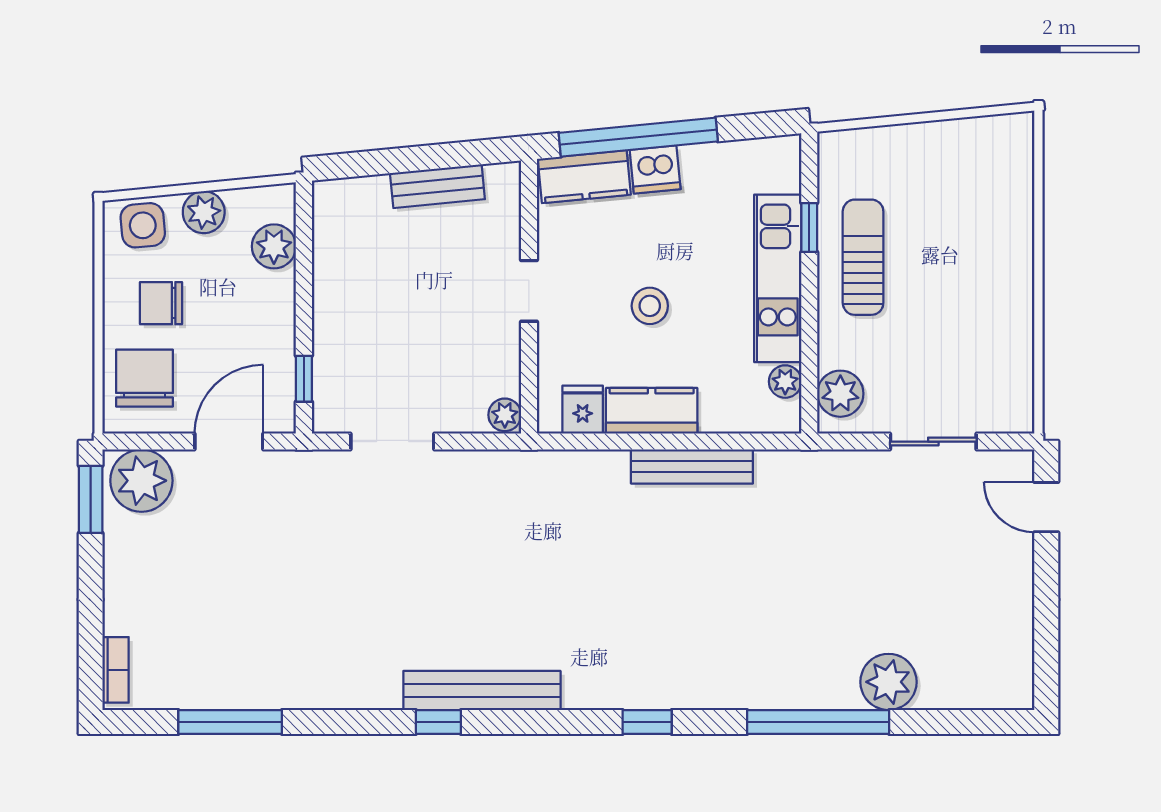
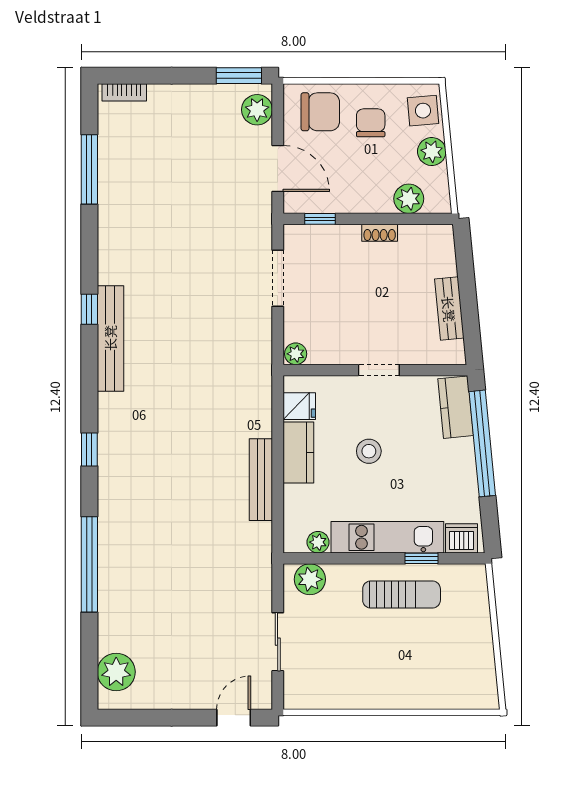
dishwasher: (655, 169) -> (461, 538), moved, turned 96
shoe rack: (325, 290) -> (380, 233), added
plant: (141, 481) -> (257, 110), width x0.73, depth x0.73
plant: (888, 682) -> (116, 672), moved

